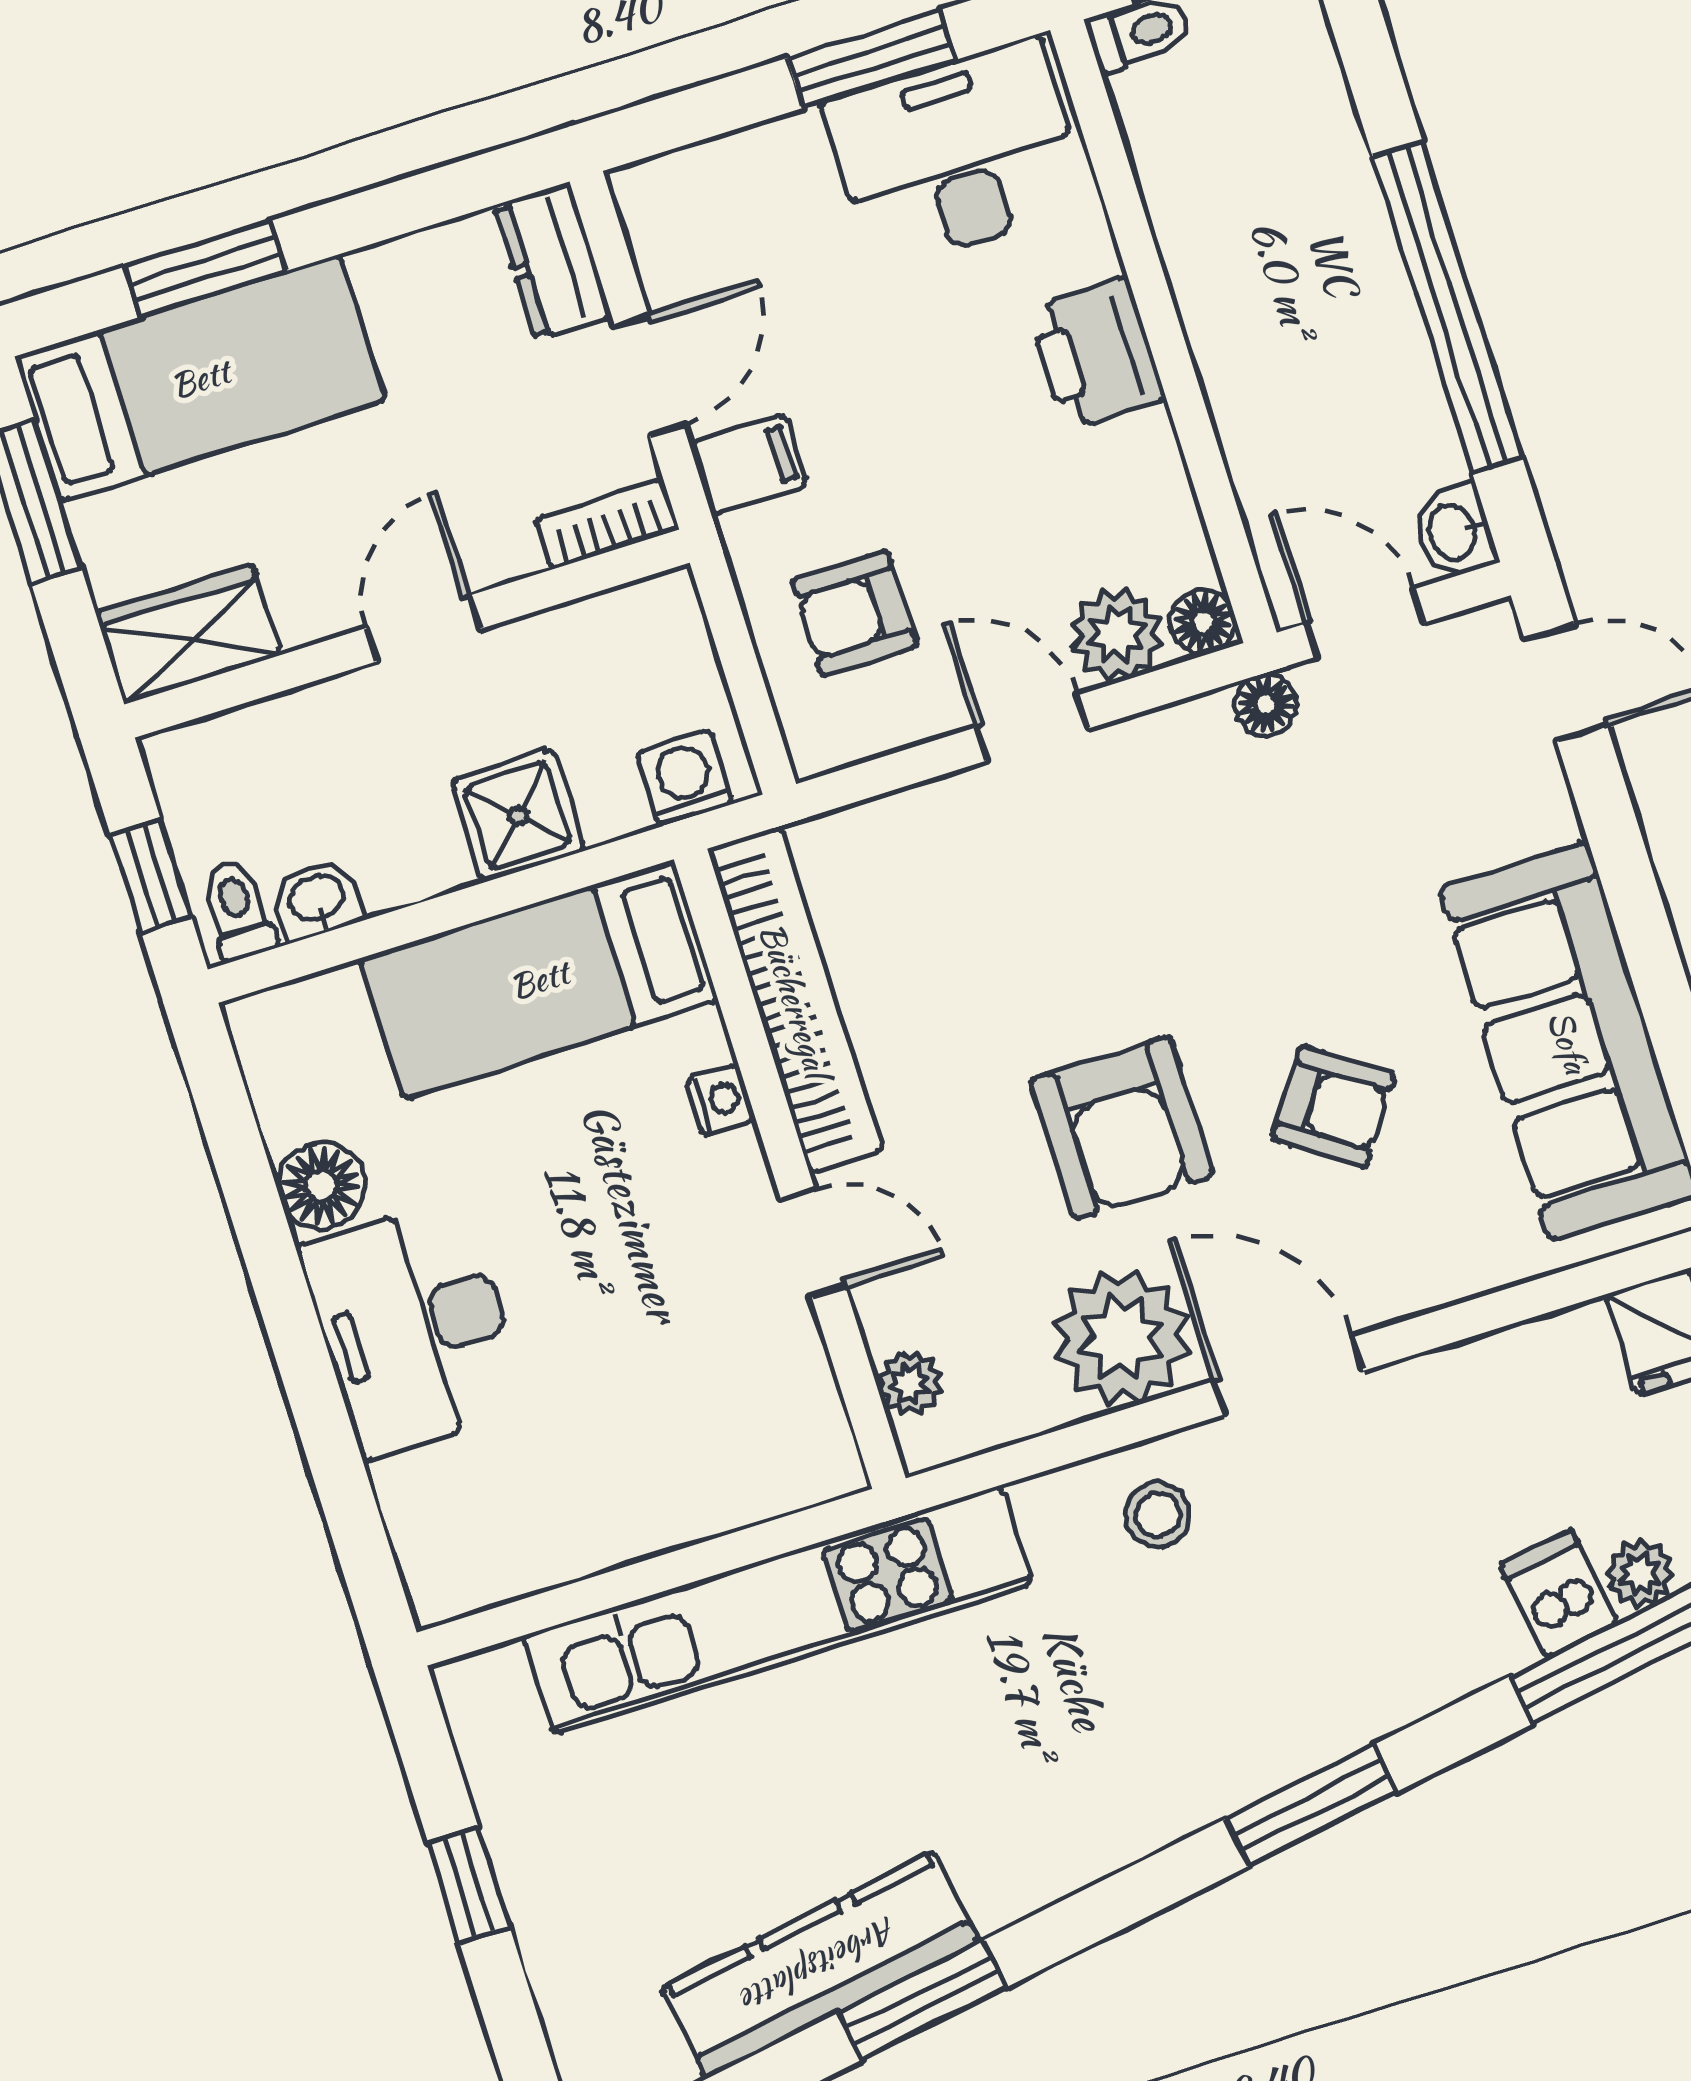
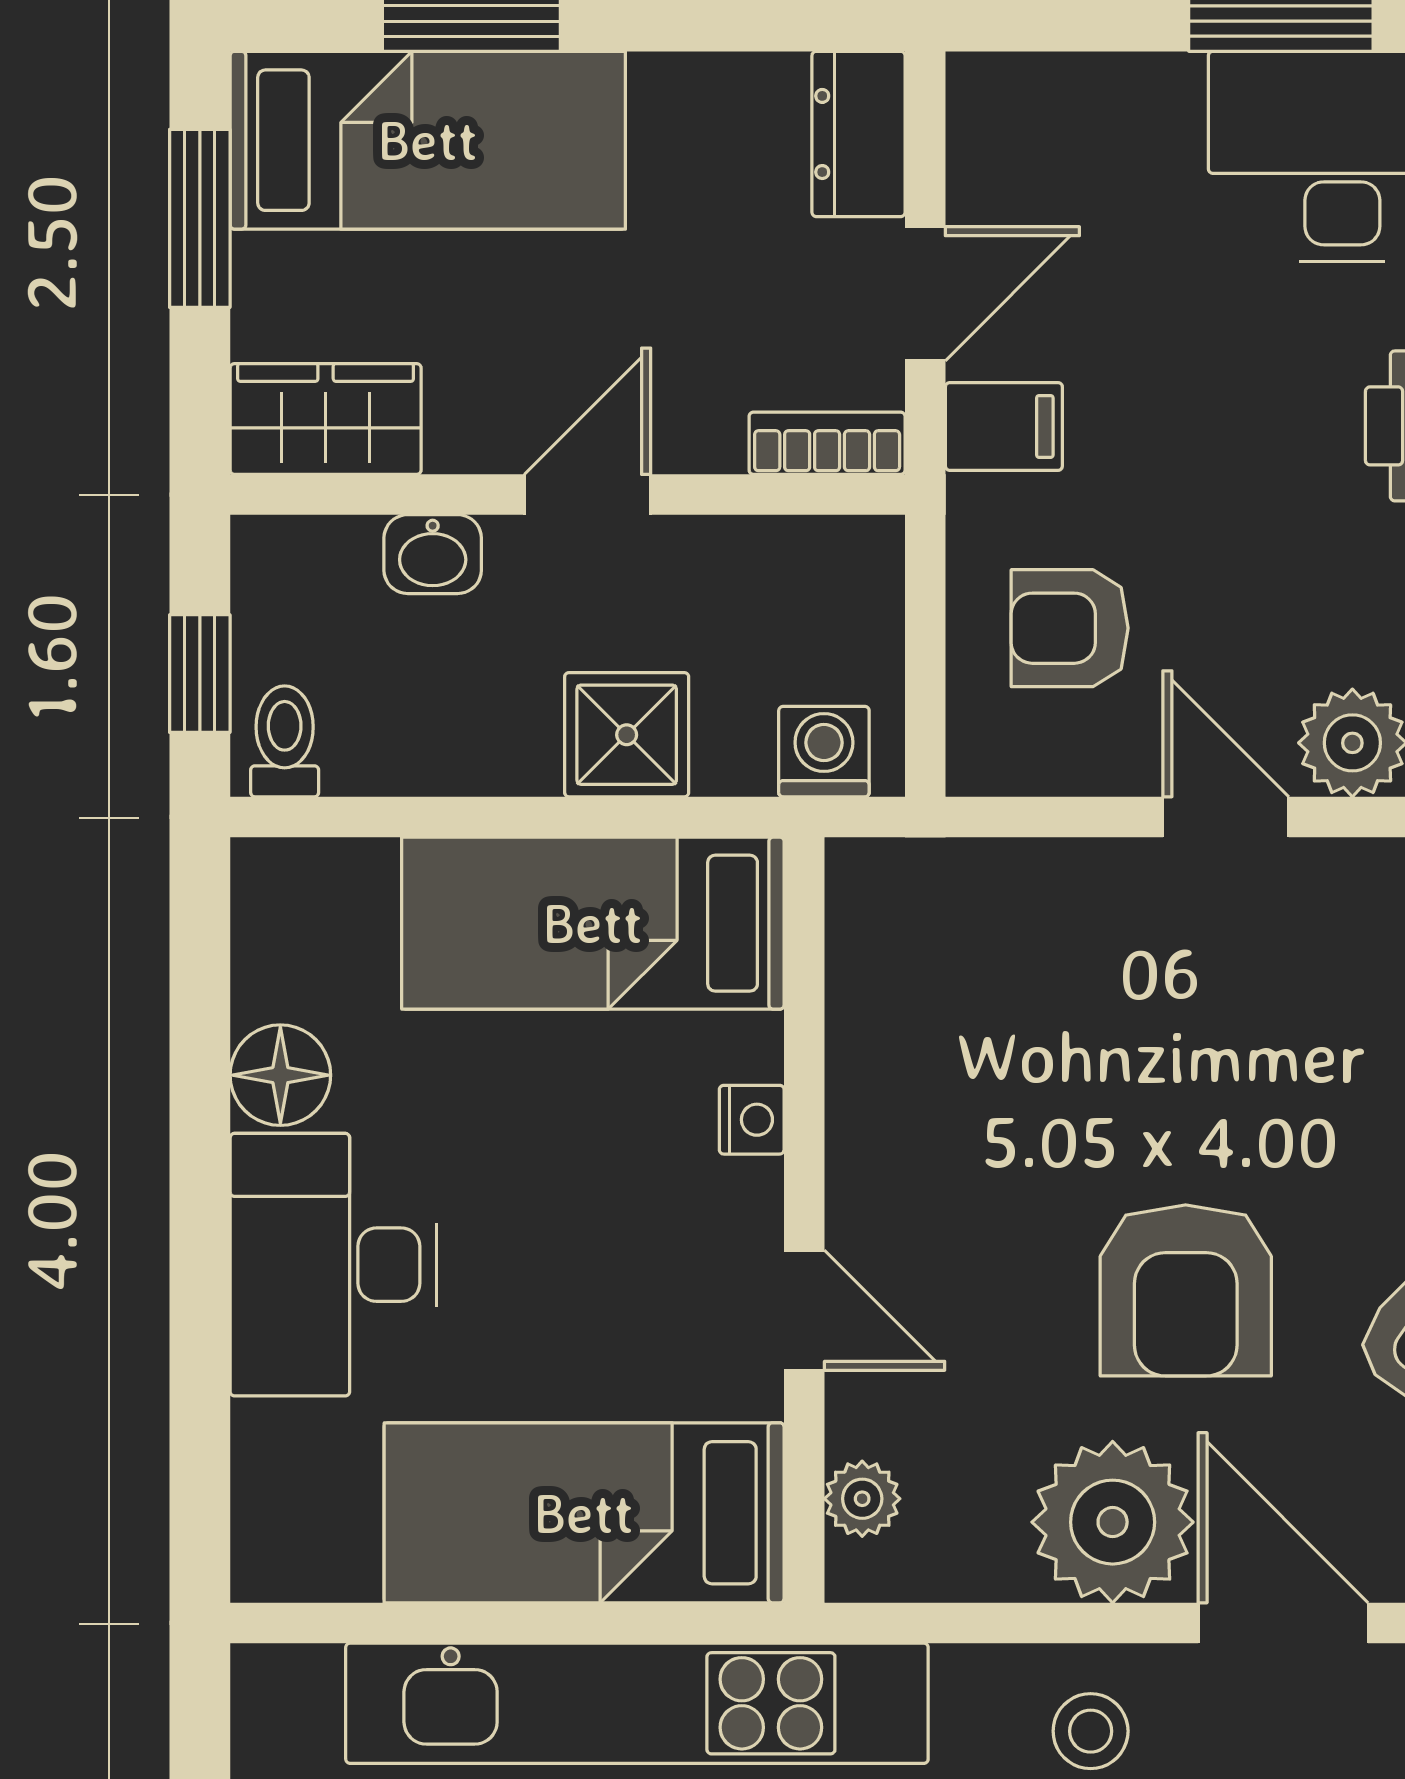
washbasin: (317, 900) -> (433, 554), moved, turned 180
bookcase: (795, 1000) -> (869, 1035), removed
bed: (685, 1467) -> (584, 1513), added

